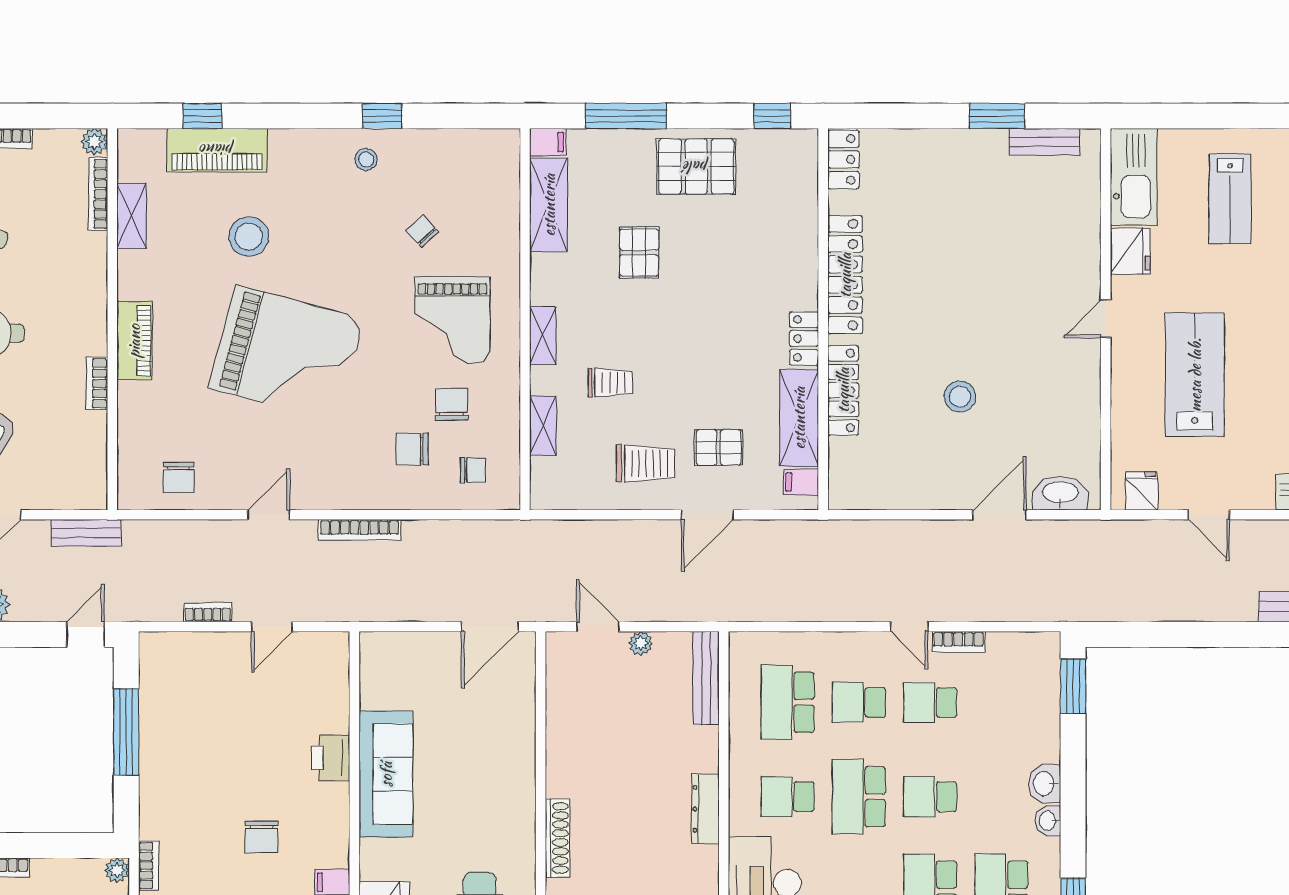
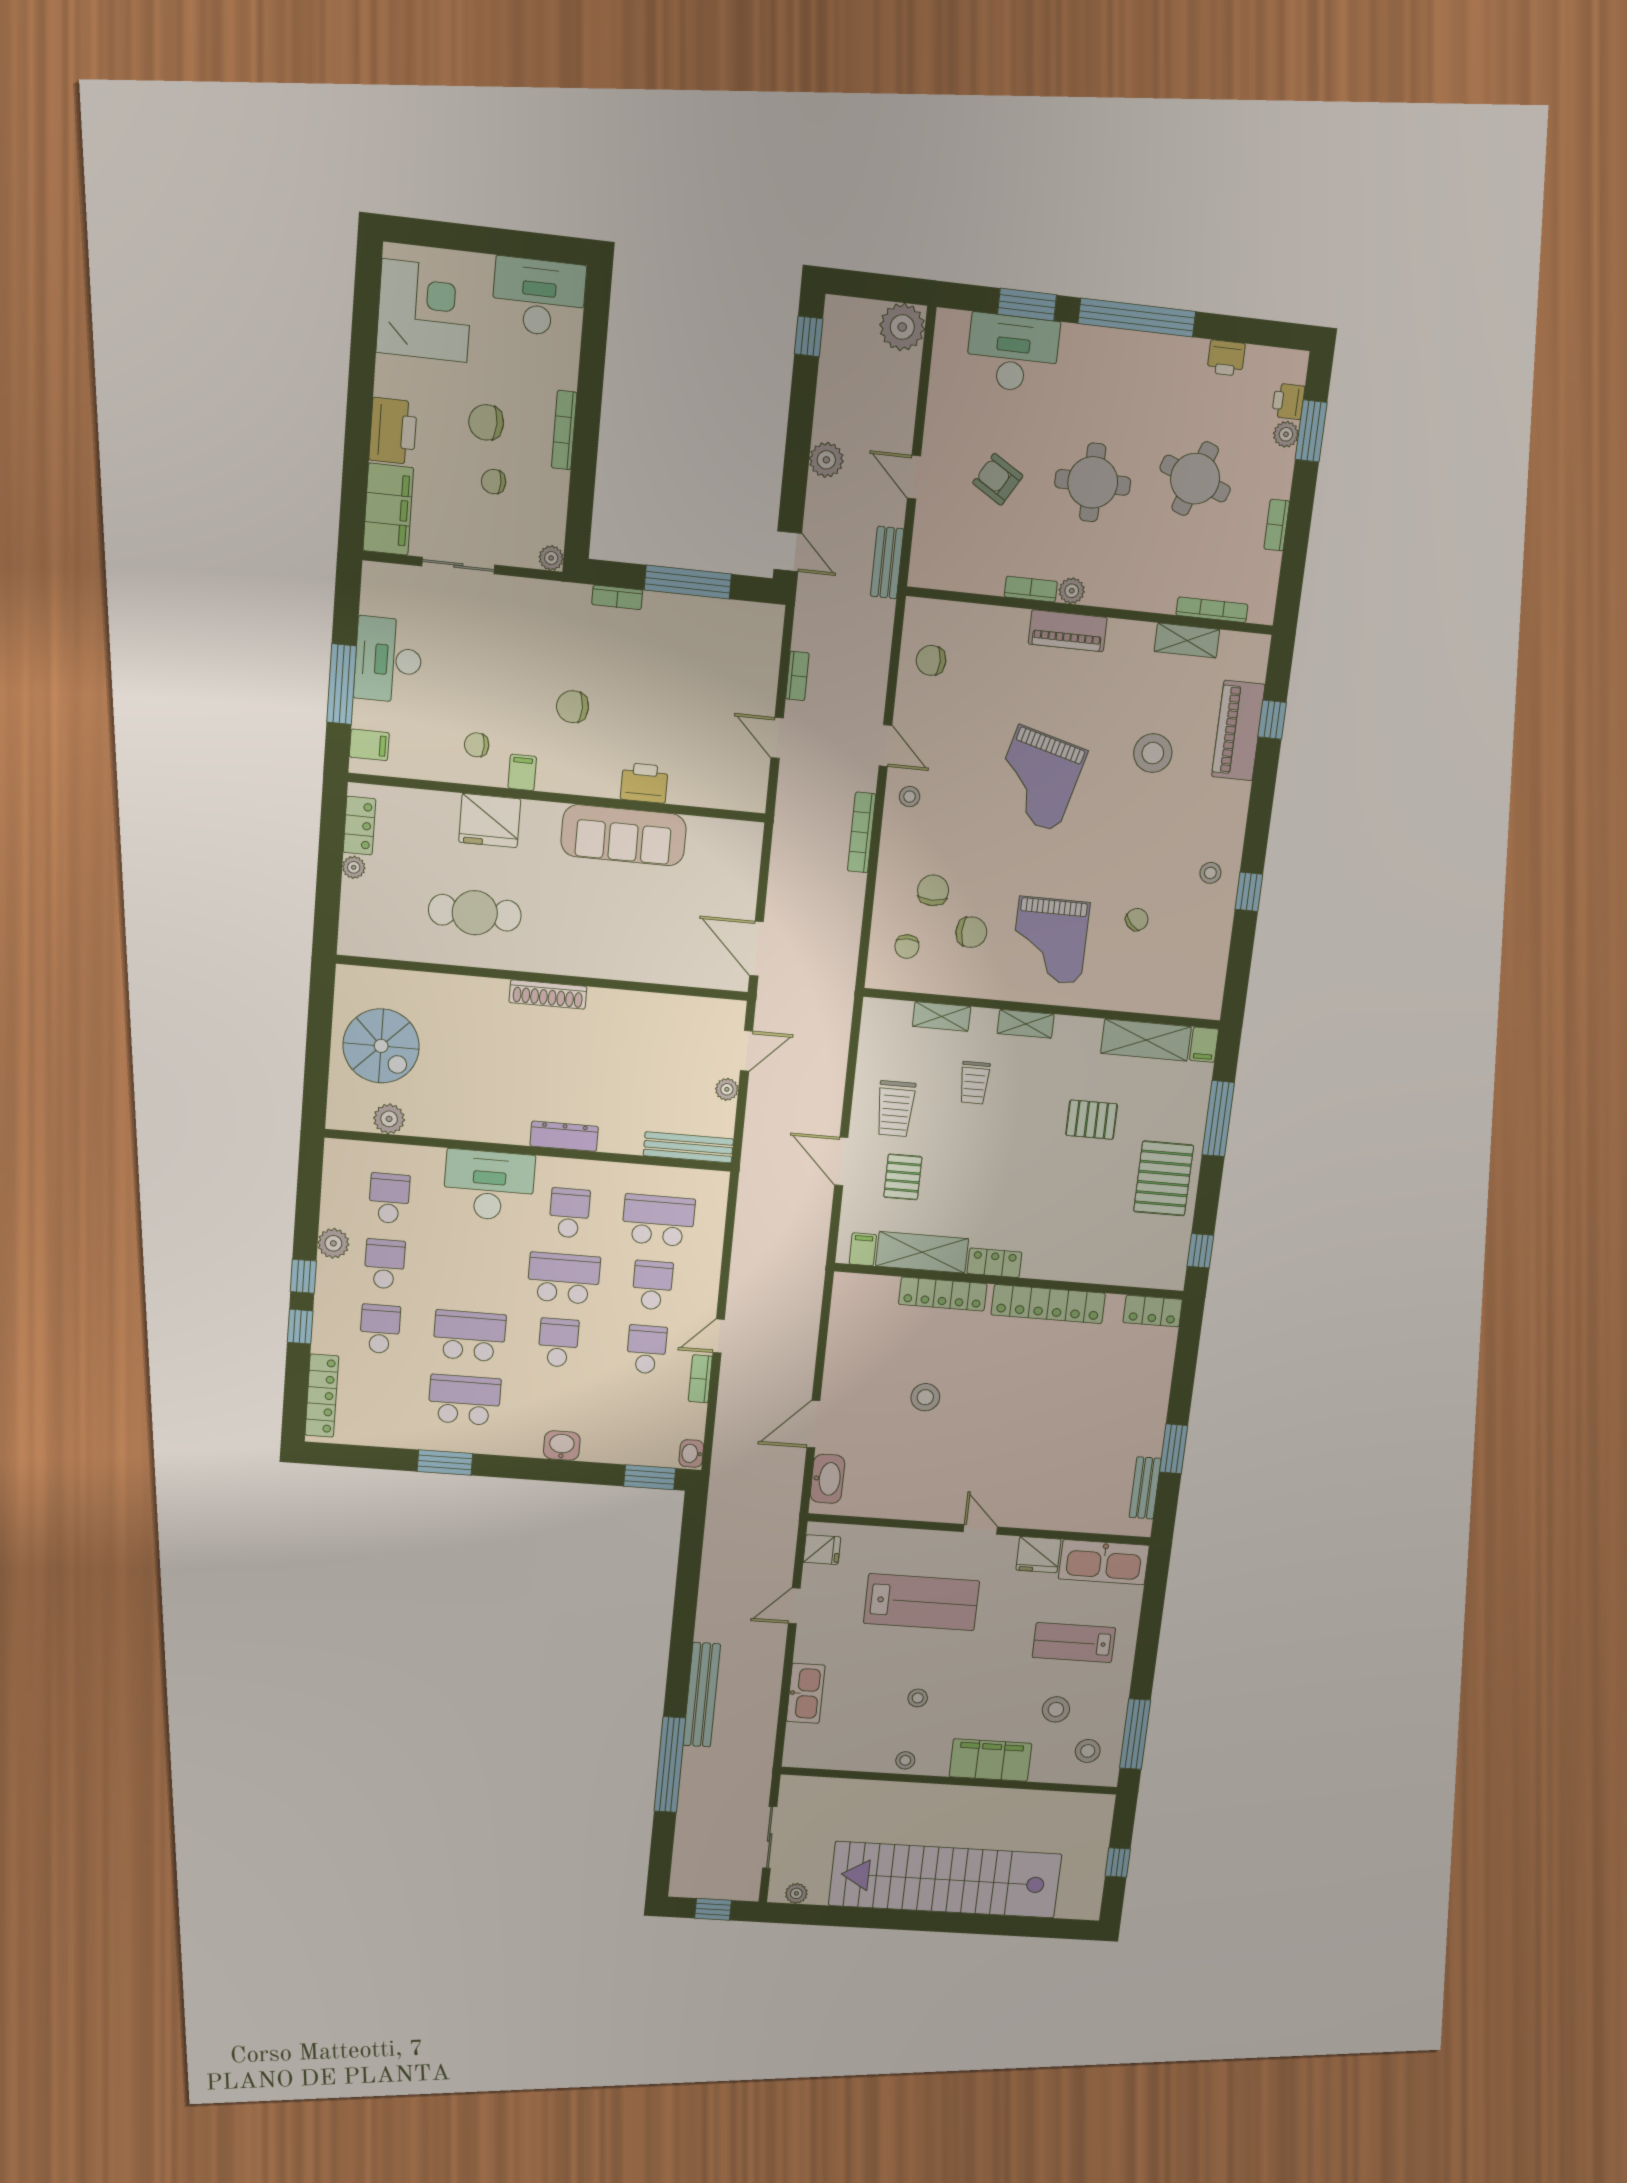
plant: (94, 142) -> (1072, 591), moved
grand piano: (452, 320) -> (1050, 940), turned -90
grand piano: (287, 353) -> (1038, 779), width x0.73, depth x0.68
stool: (318, 484) -> (910, 797), added
door: (1000, 515) -> (813, 1424), swing flipped
washbasin: (1048, 821) -> (691, 1454), moved, turned -90
bookcase: (149, 866) -> (617, 597), moved

